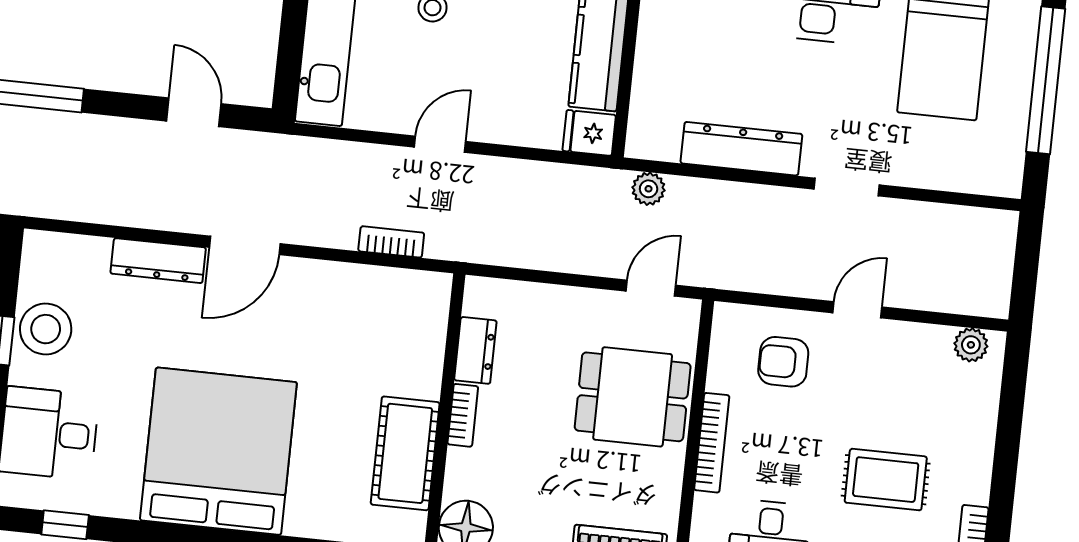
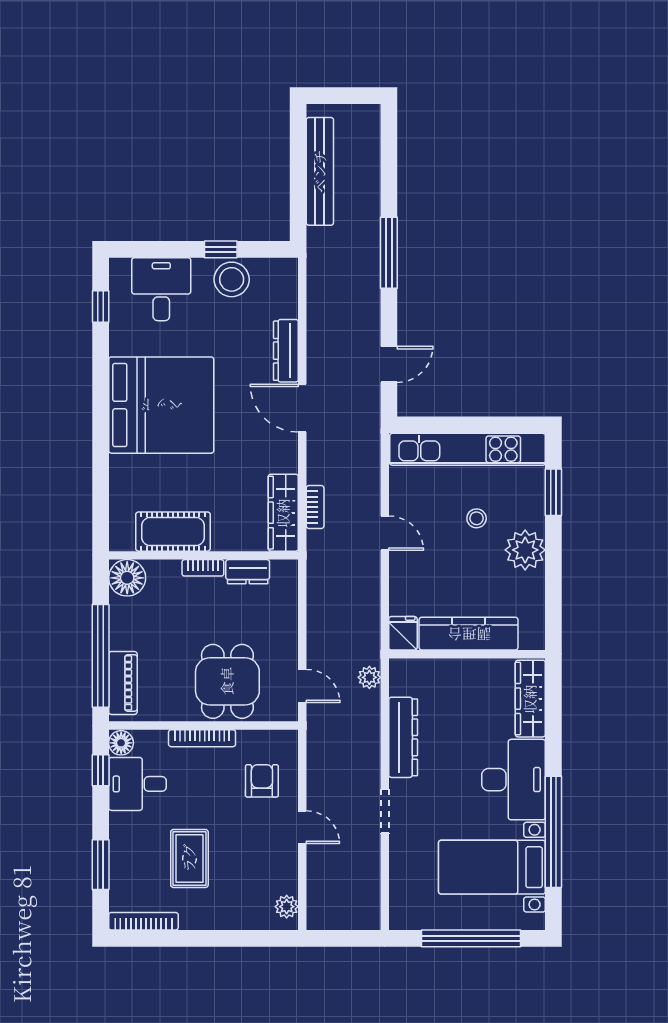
wardrobe: (395, 289) -> (283, 513), added

